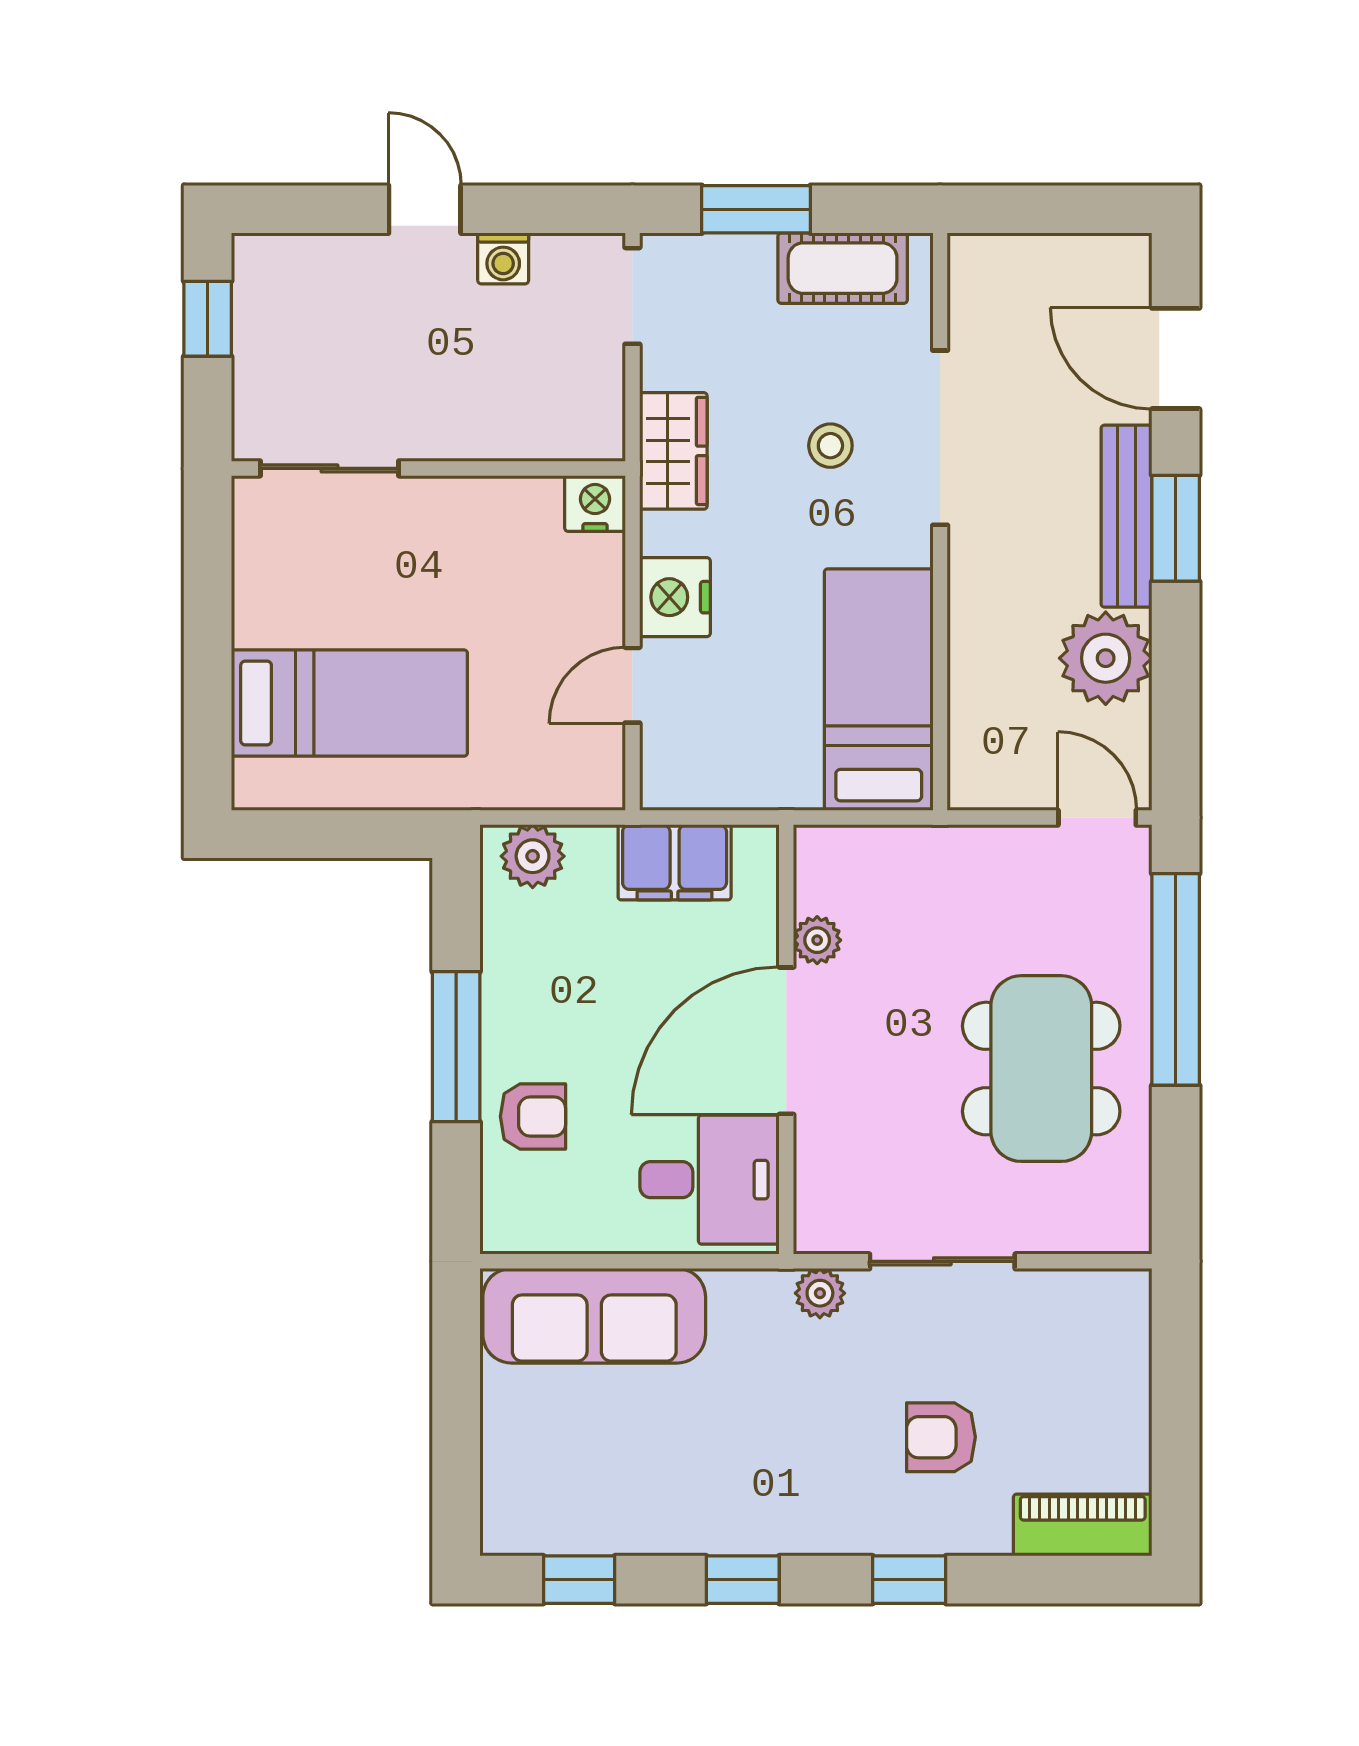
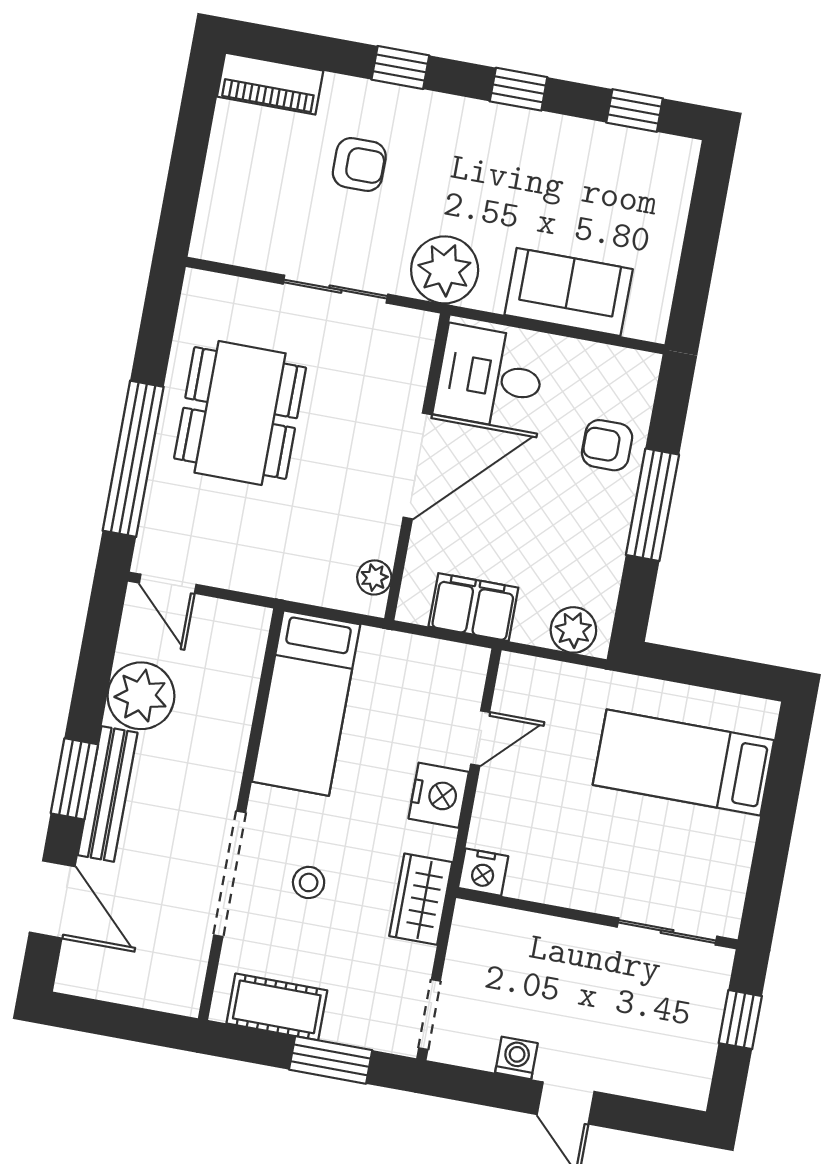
window: (208, 319) -> (740, 1020), moved
plant: (817, 940) -> (374, 577), moved
plant: (820, 1293) -> (445, 270), width x1.88, depth x1.88
sofa: (594, 1316) -> (569, 292), width x0.73

